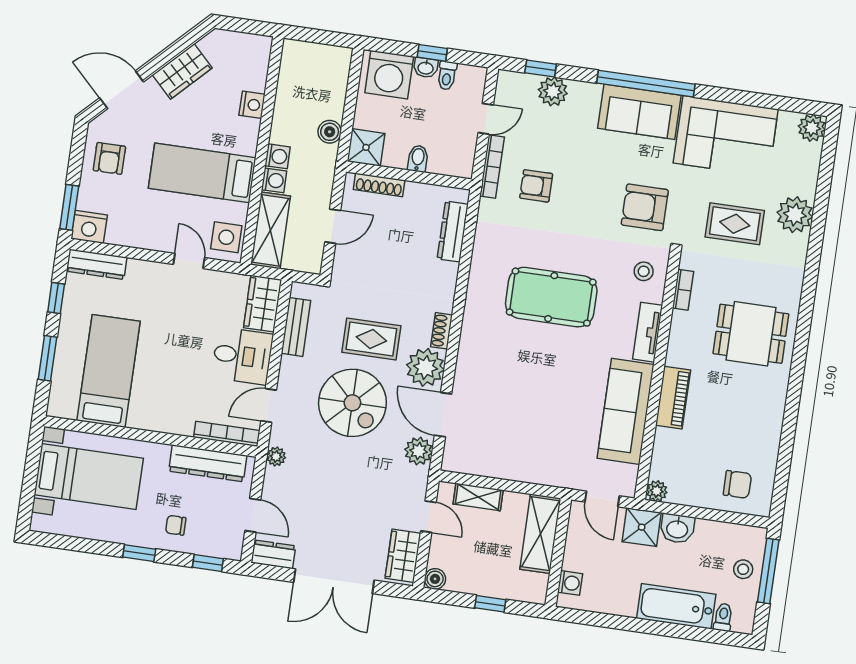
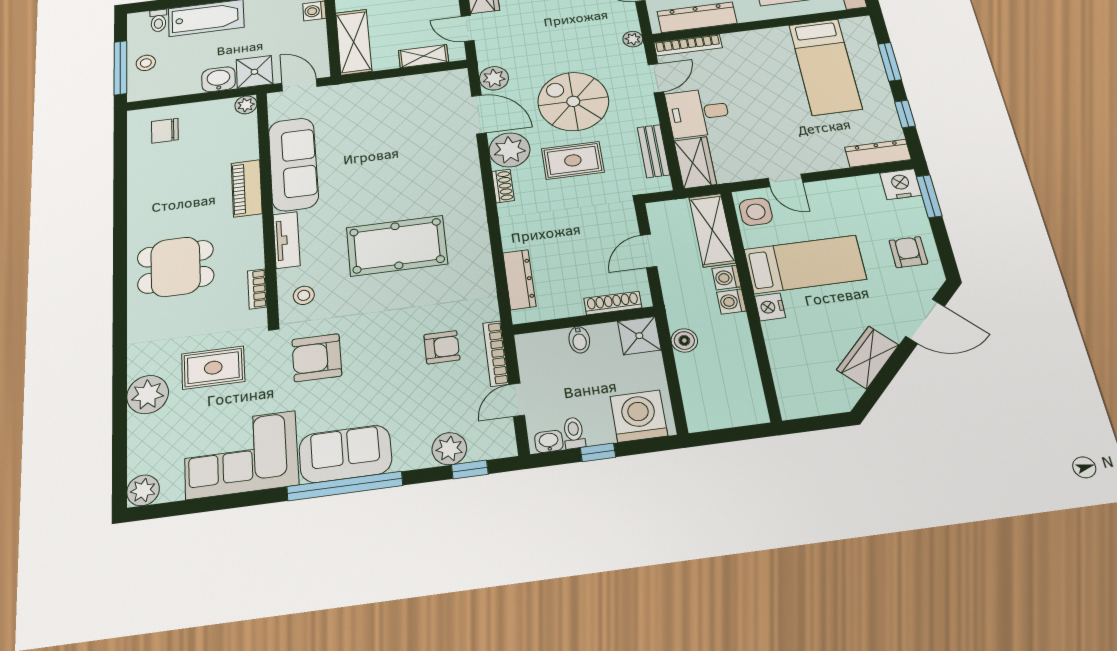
washbasin: (426, 68) -> (549, 441), moved
nightstand: (252, 105) -> (770, 307), moved
armchair: (645, 207) -> (317, 358), turned 180

